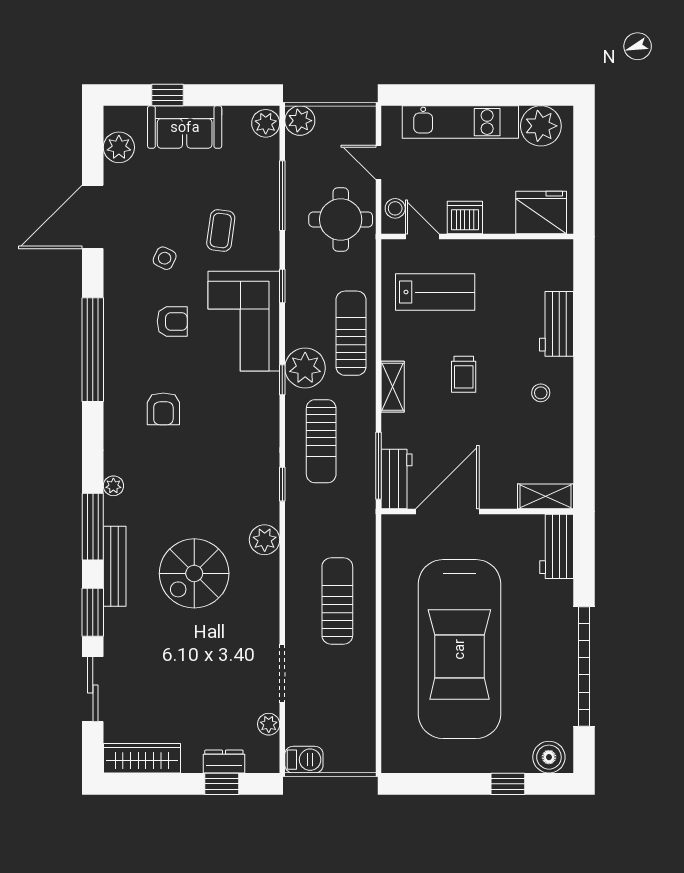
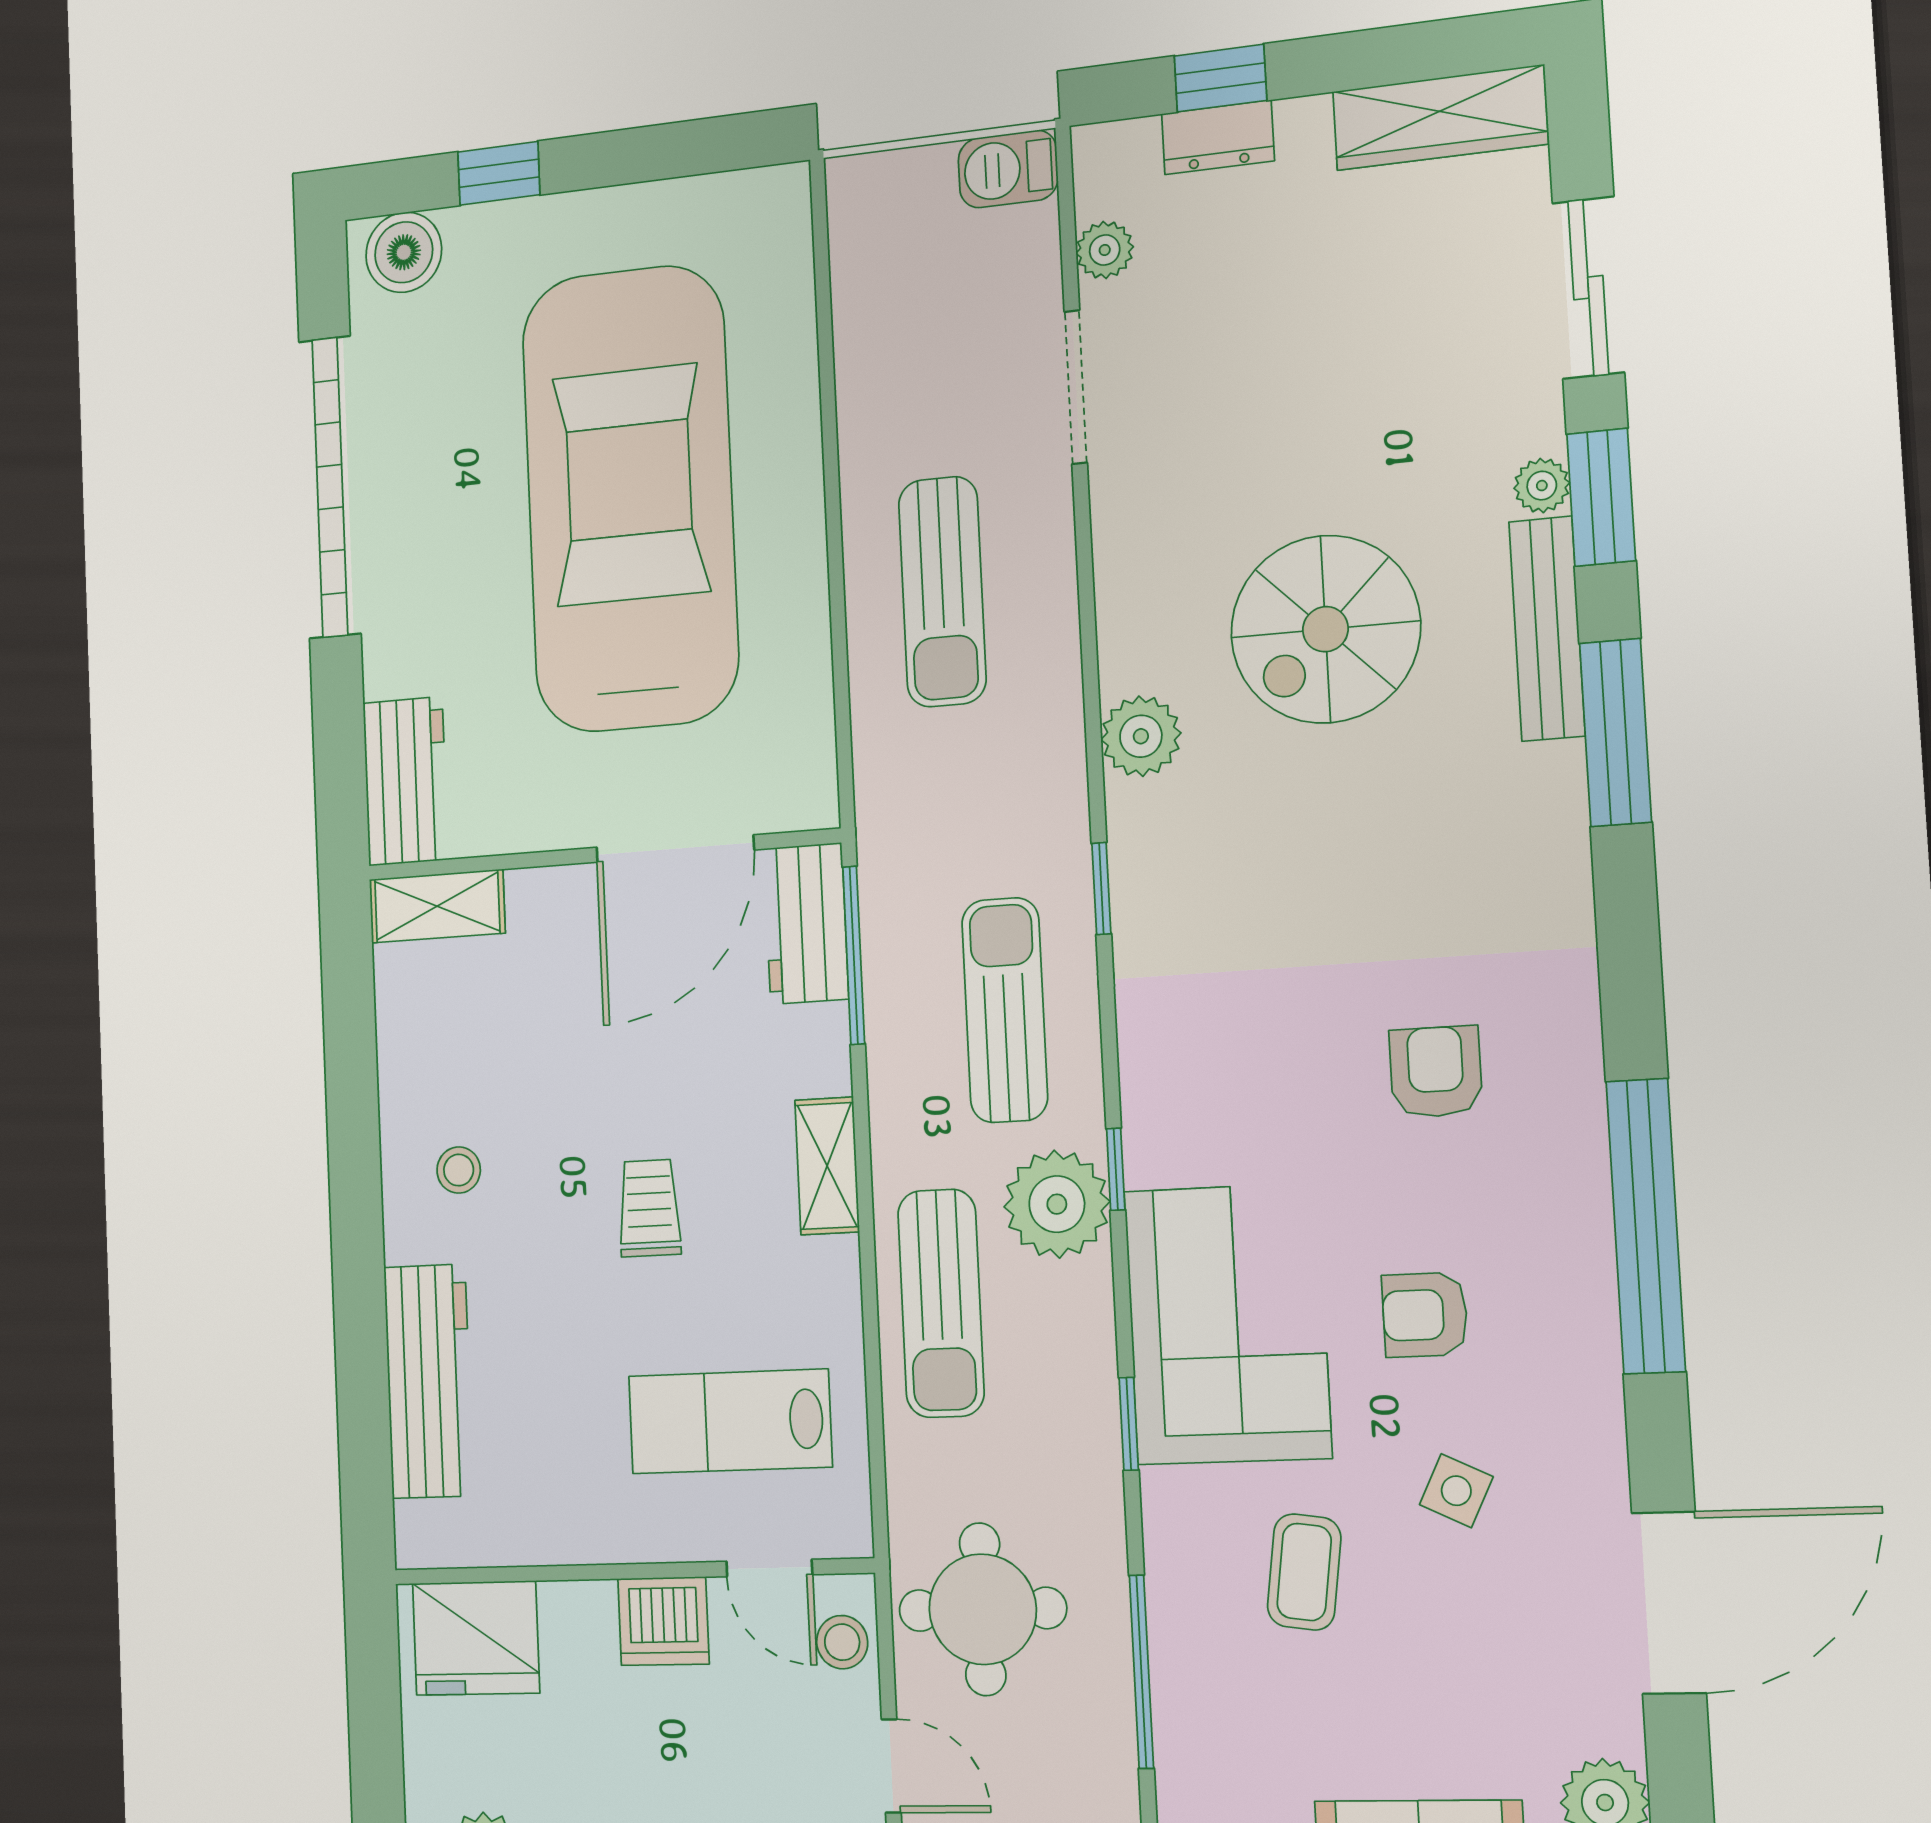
workbench: (556, 324) -> (429, 1381), width x1.38
plant: (113, 486) -> (1542, 486), moved
spiral stairs: (194, 573) -> (1325, 629), turned 180

